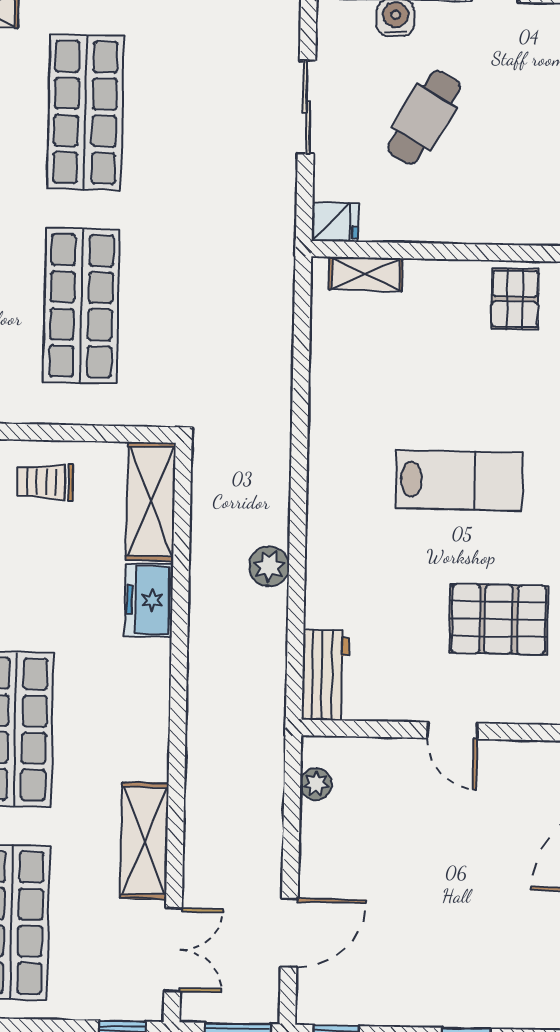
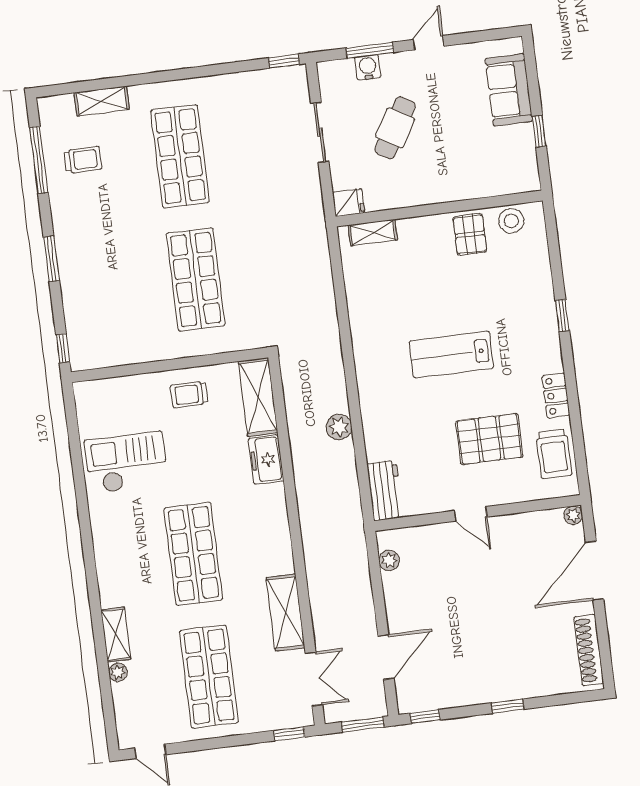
lab bench: (459, 480) -> (451, 355), turned 180

